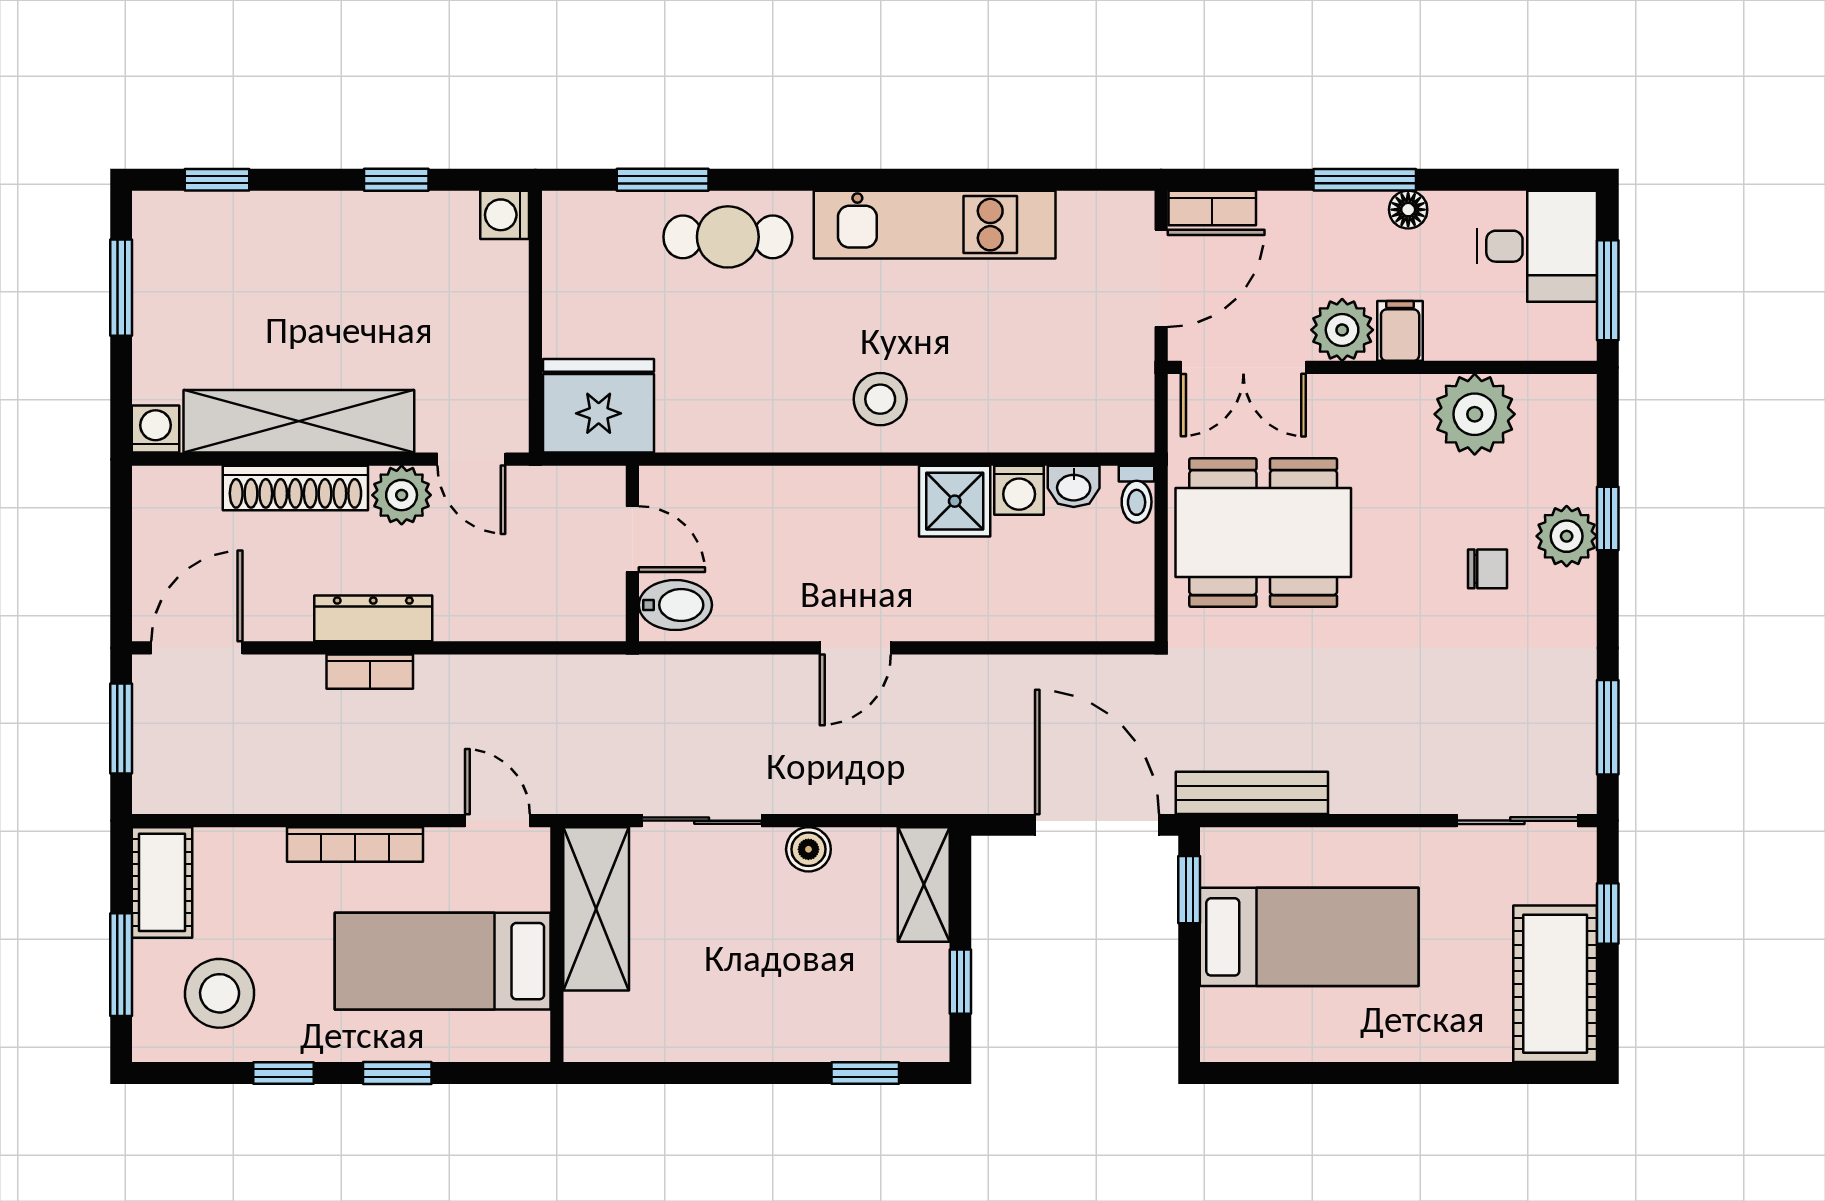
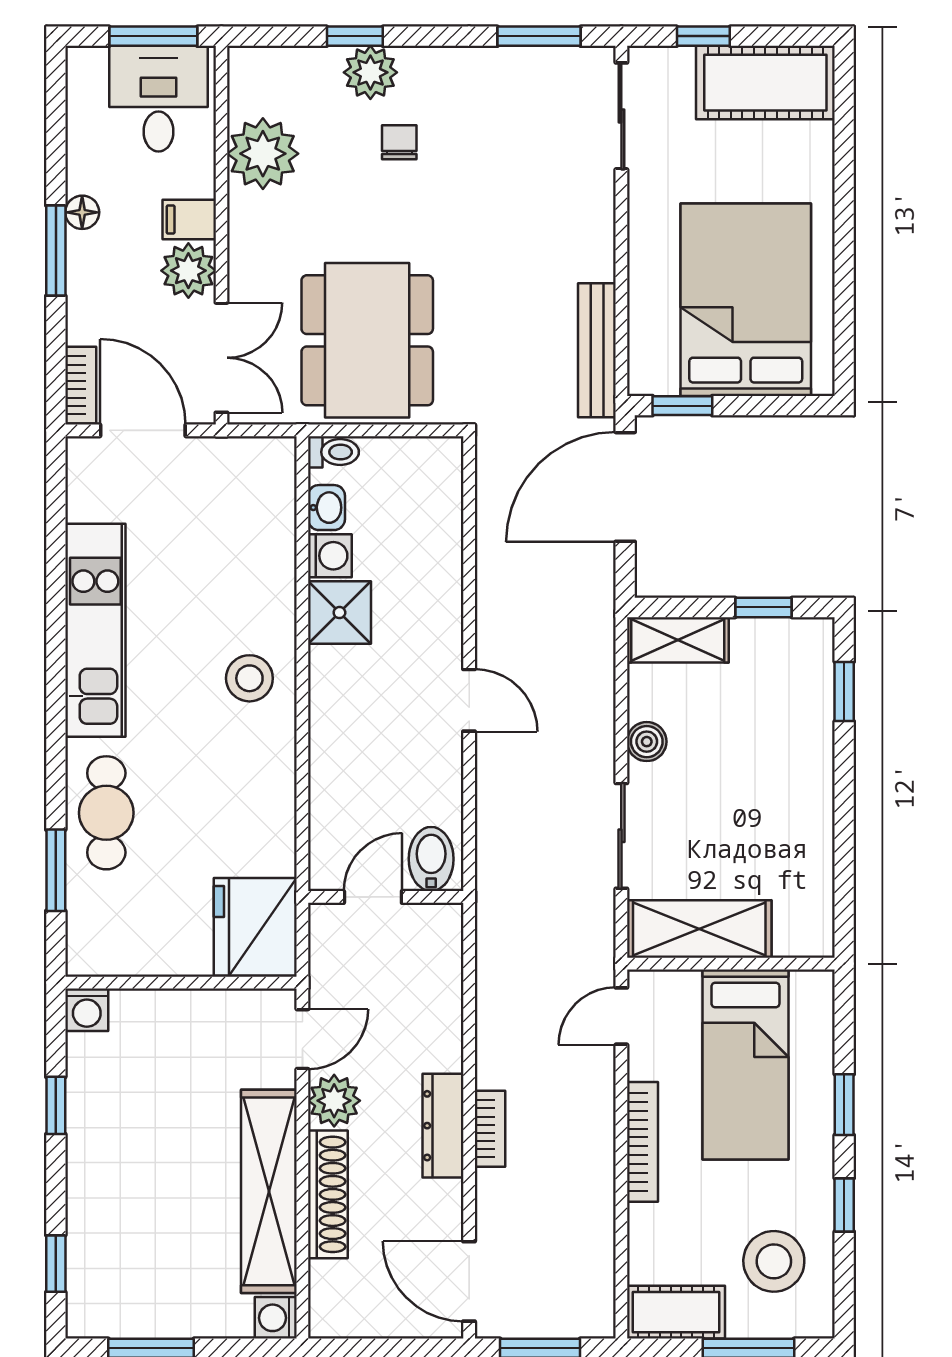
desk: (1537, 246) -> (159, 99), moved
bed: (1309, 937) -> (746, 300), width x1.50

